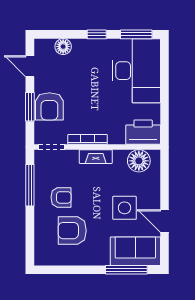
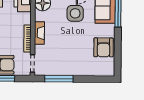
armchair: (61, 197) -> (68, 57), removed
armchair: (72, 231) -> (104, 47), moved

